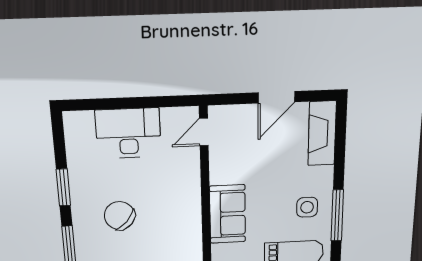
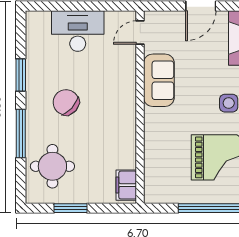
sofa: (228, 214) -> (159, 80), moved

